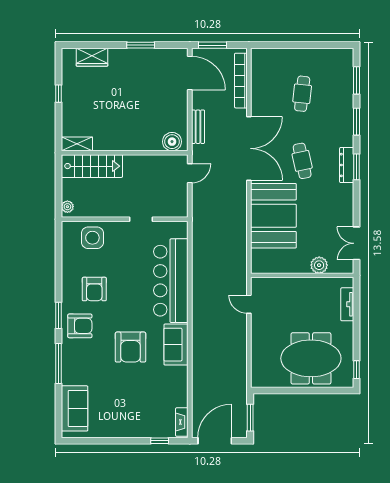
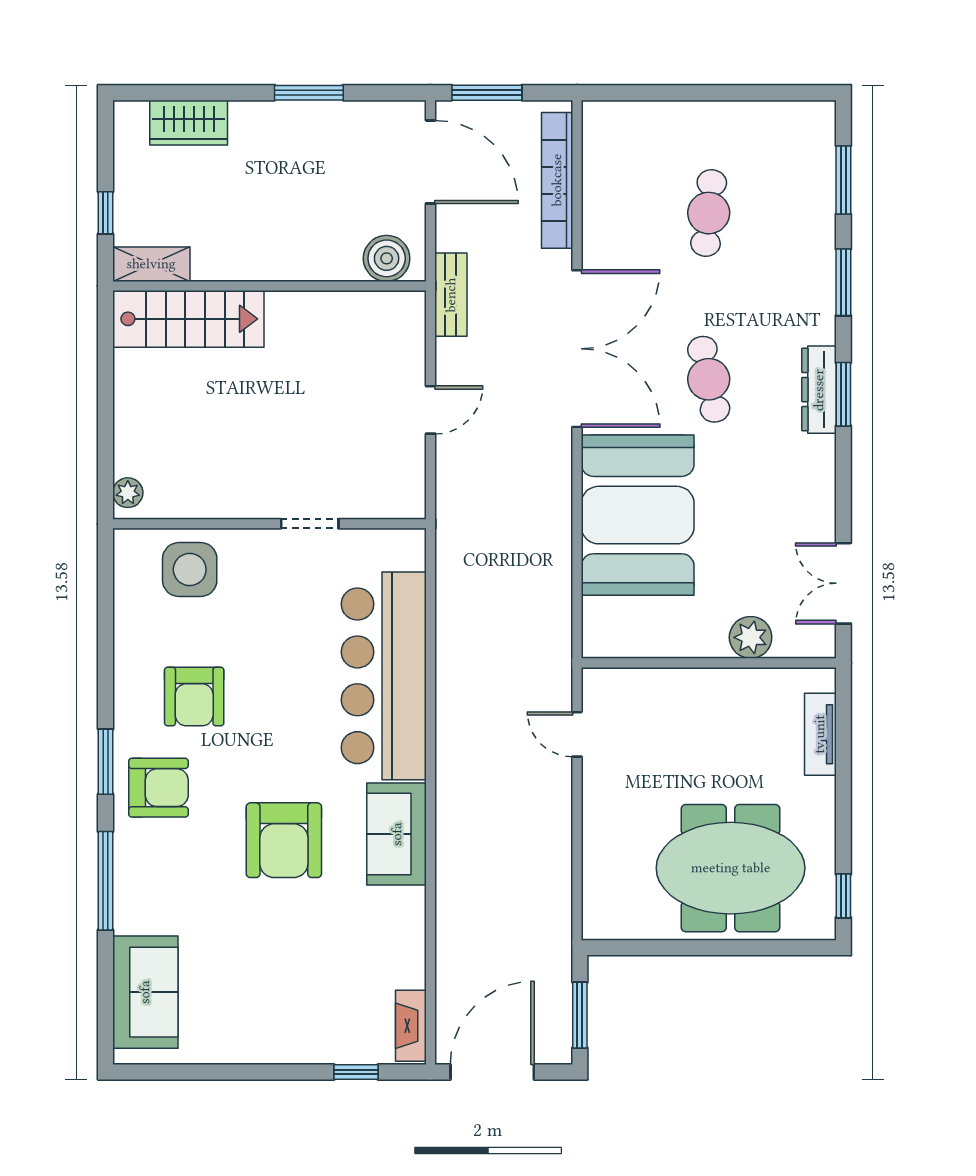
boiler: (172, 142) -> (387, 258), moved
shelving: (77, 144) -> (151, 264), moved
wall: (125, 153) -> (270, 286), moved
stairs: (92, 166) -> (188, 319), moved

